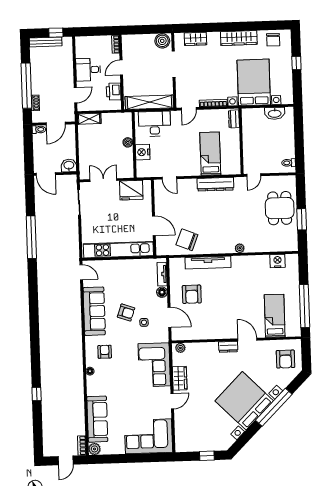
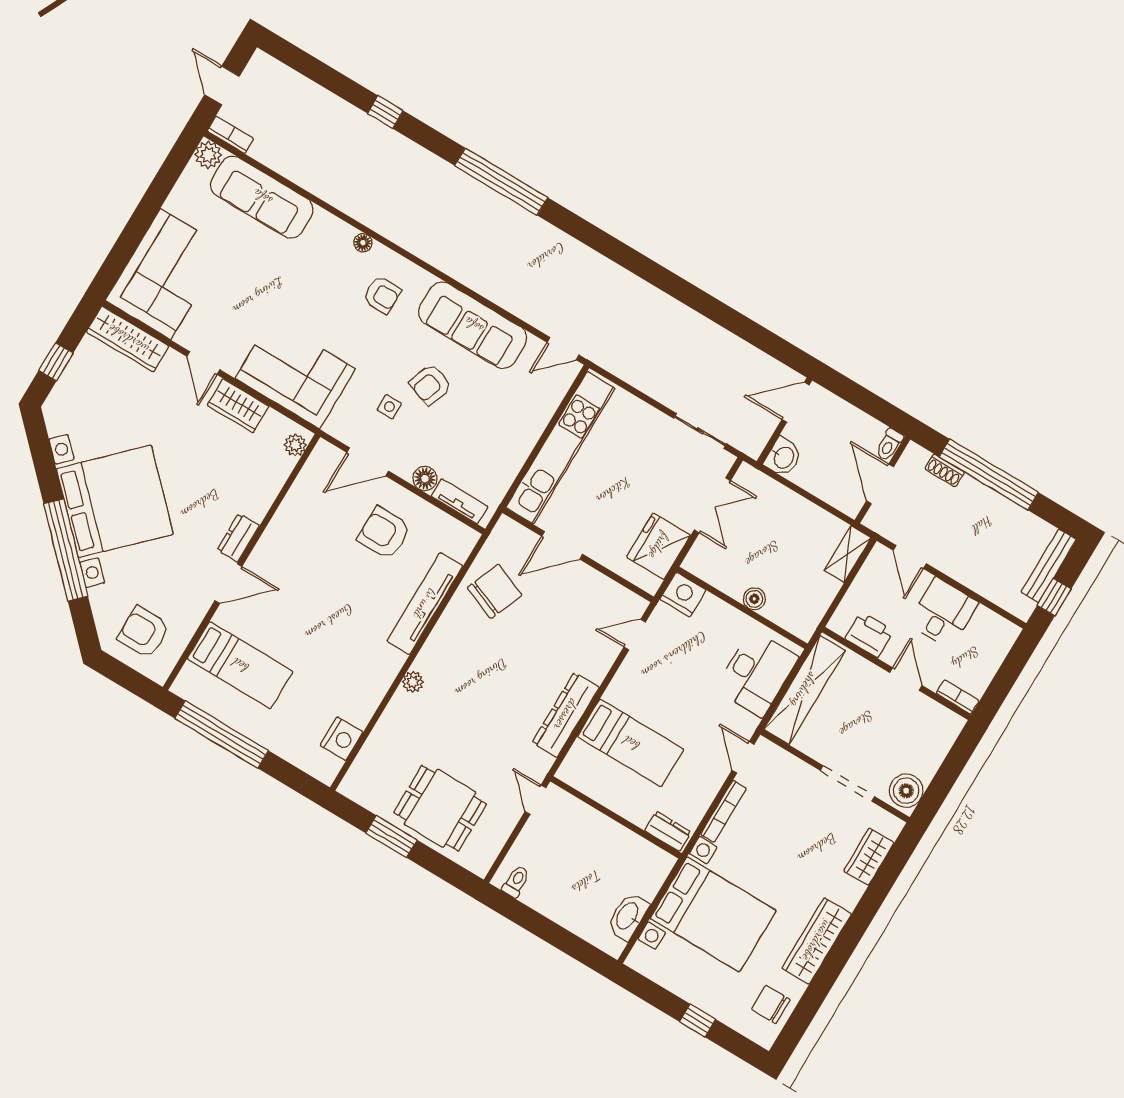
nightstand: (143, 152) -> (683, 595), moved
window: (31, 237) -> (501, 182), moved
wardrobe: (181, 435) -> (128, 339), added

